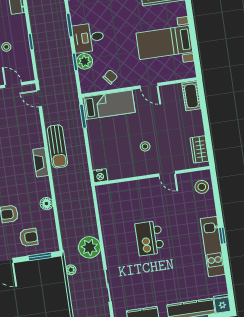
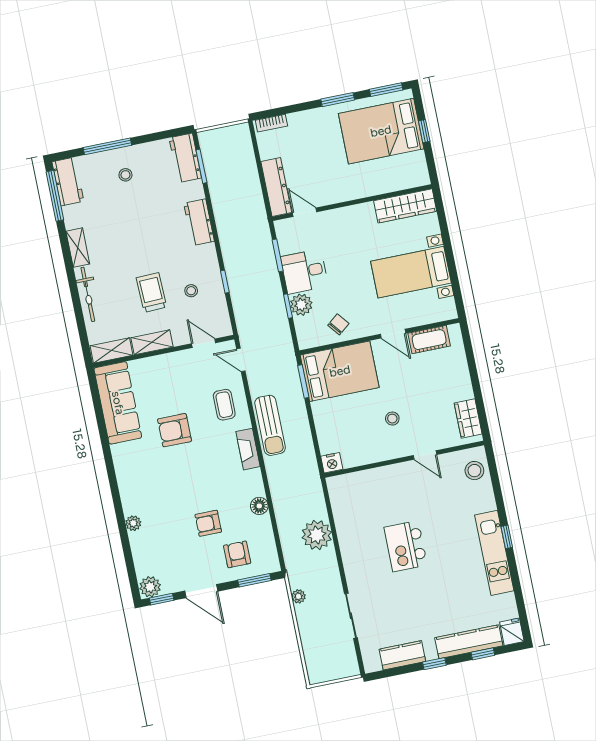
cot: (191, 96) -> (429, 340), moved, turned 90
bed: (109, 105) -> (340, 371), width x1.50
coffee table: (25, 130) -> (224, 405), added
armchair: (29, 237) -> (237, 554), turned -90
plant: (89, 247) -> (317, 535), moved

